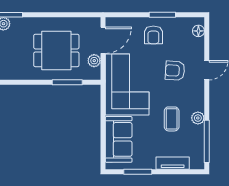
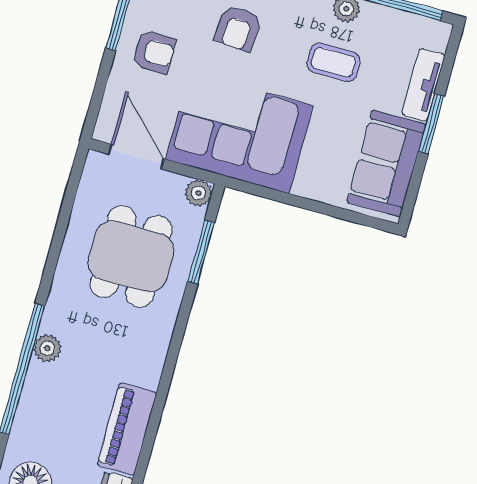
plant: (94, 61) -> (198, 193), moved
sofa: (119, 139) -> (386, 163), moved, turned -90
window: (138, 172) -> (431, 124), moved

